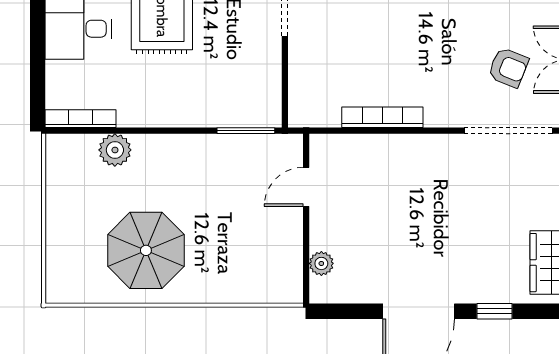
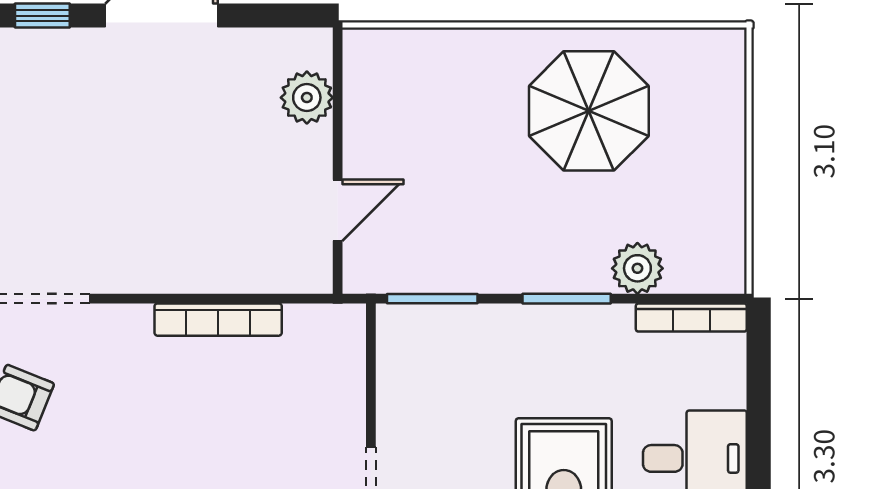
window: (160, 131) -> (567, 299), added
plant: (321, 263) -> (307, 98), width x1.38, depth x1.38

